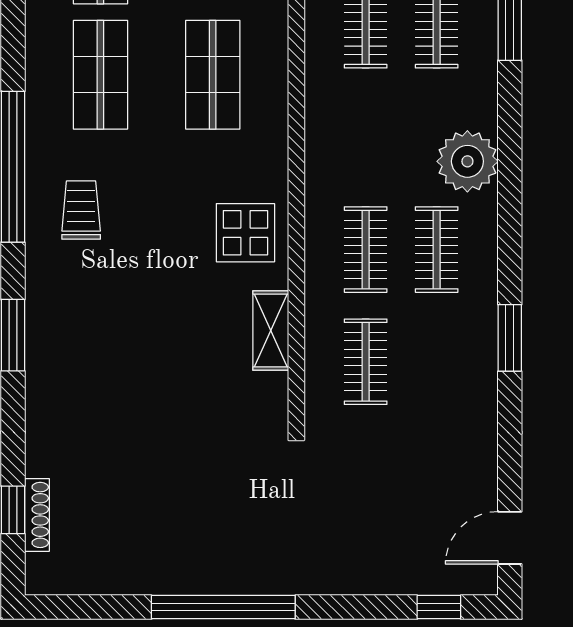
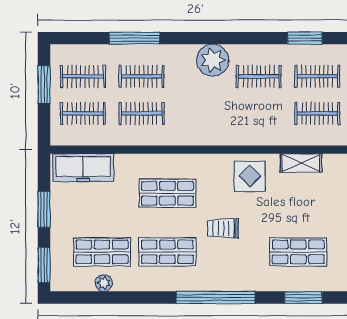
trolley: (81, 210) -> (223, 228), moved
clothes rail: (366, 250) -> (317, 76), moved
shop shelf: (100, 325) -> (298, 252), added

